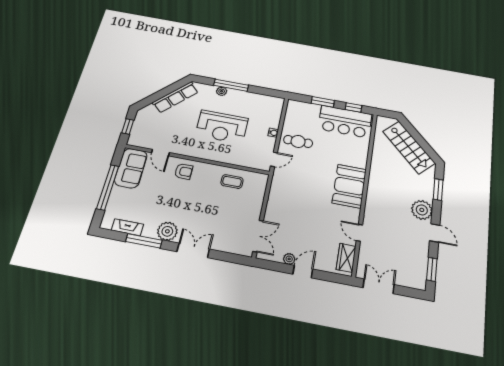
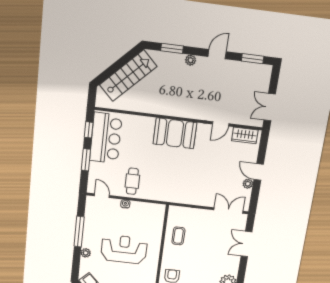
window: (231, 85) -> (79, 232), moved
reception desk: (222, 127) -> (124, 249), turned -90
door: (274, 159) -> (102, 196), moved
plant: (422, 210) -> (191, 60), width x0.53, depth x0.53
double door: (193, 250) -> (247, 244), moved

